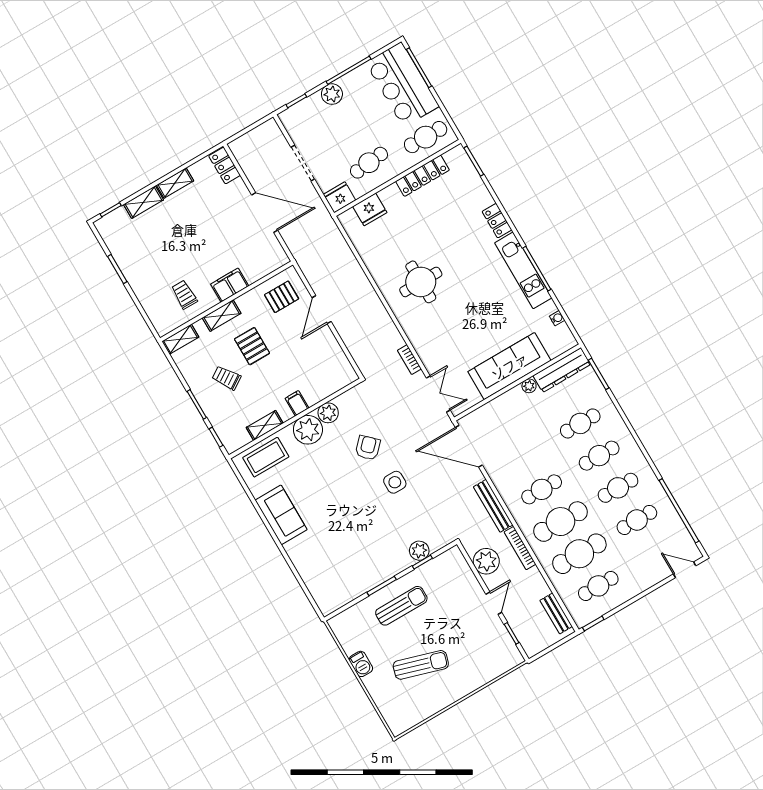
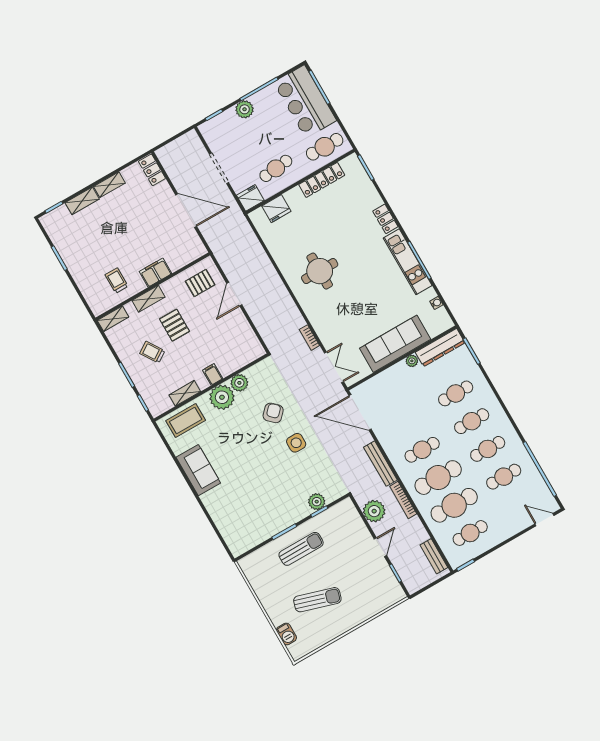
barbecue: (361, 664) -> (286, 634), moved

